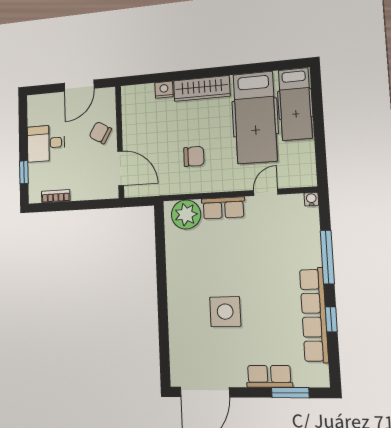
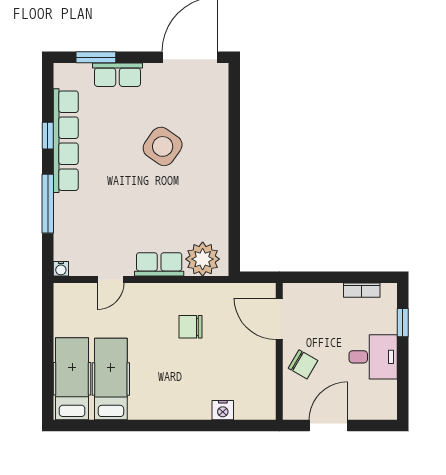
wardrobe: (202, 88) -> (178, 407), removed
hospital bed: (255, 117) -> (111, 379), width x0.73, depth x0.78
side table: (225, 312) -> (163, 146), turned 35

